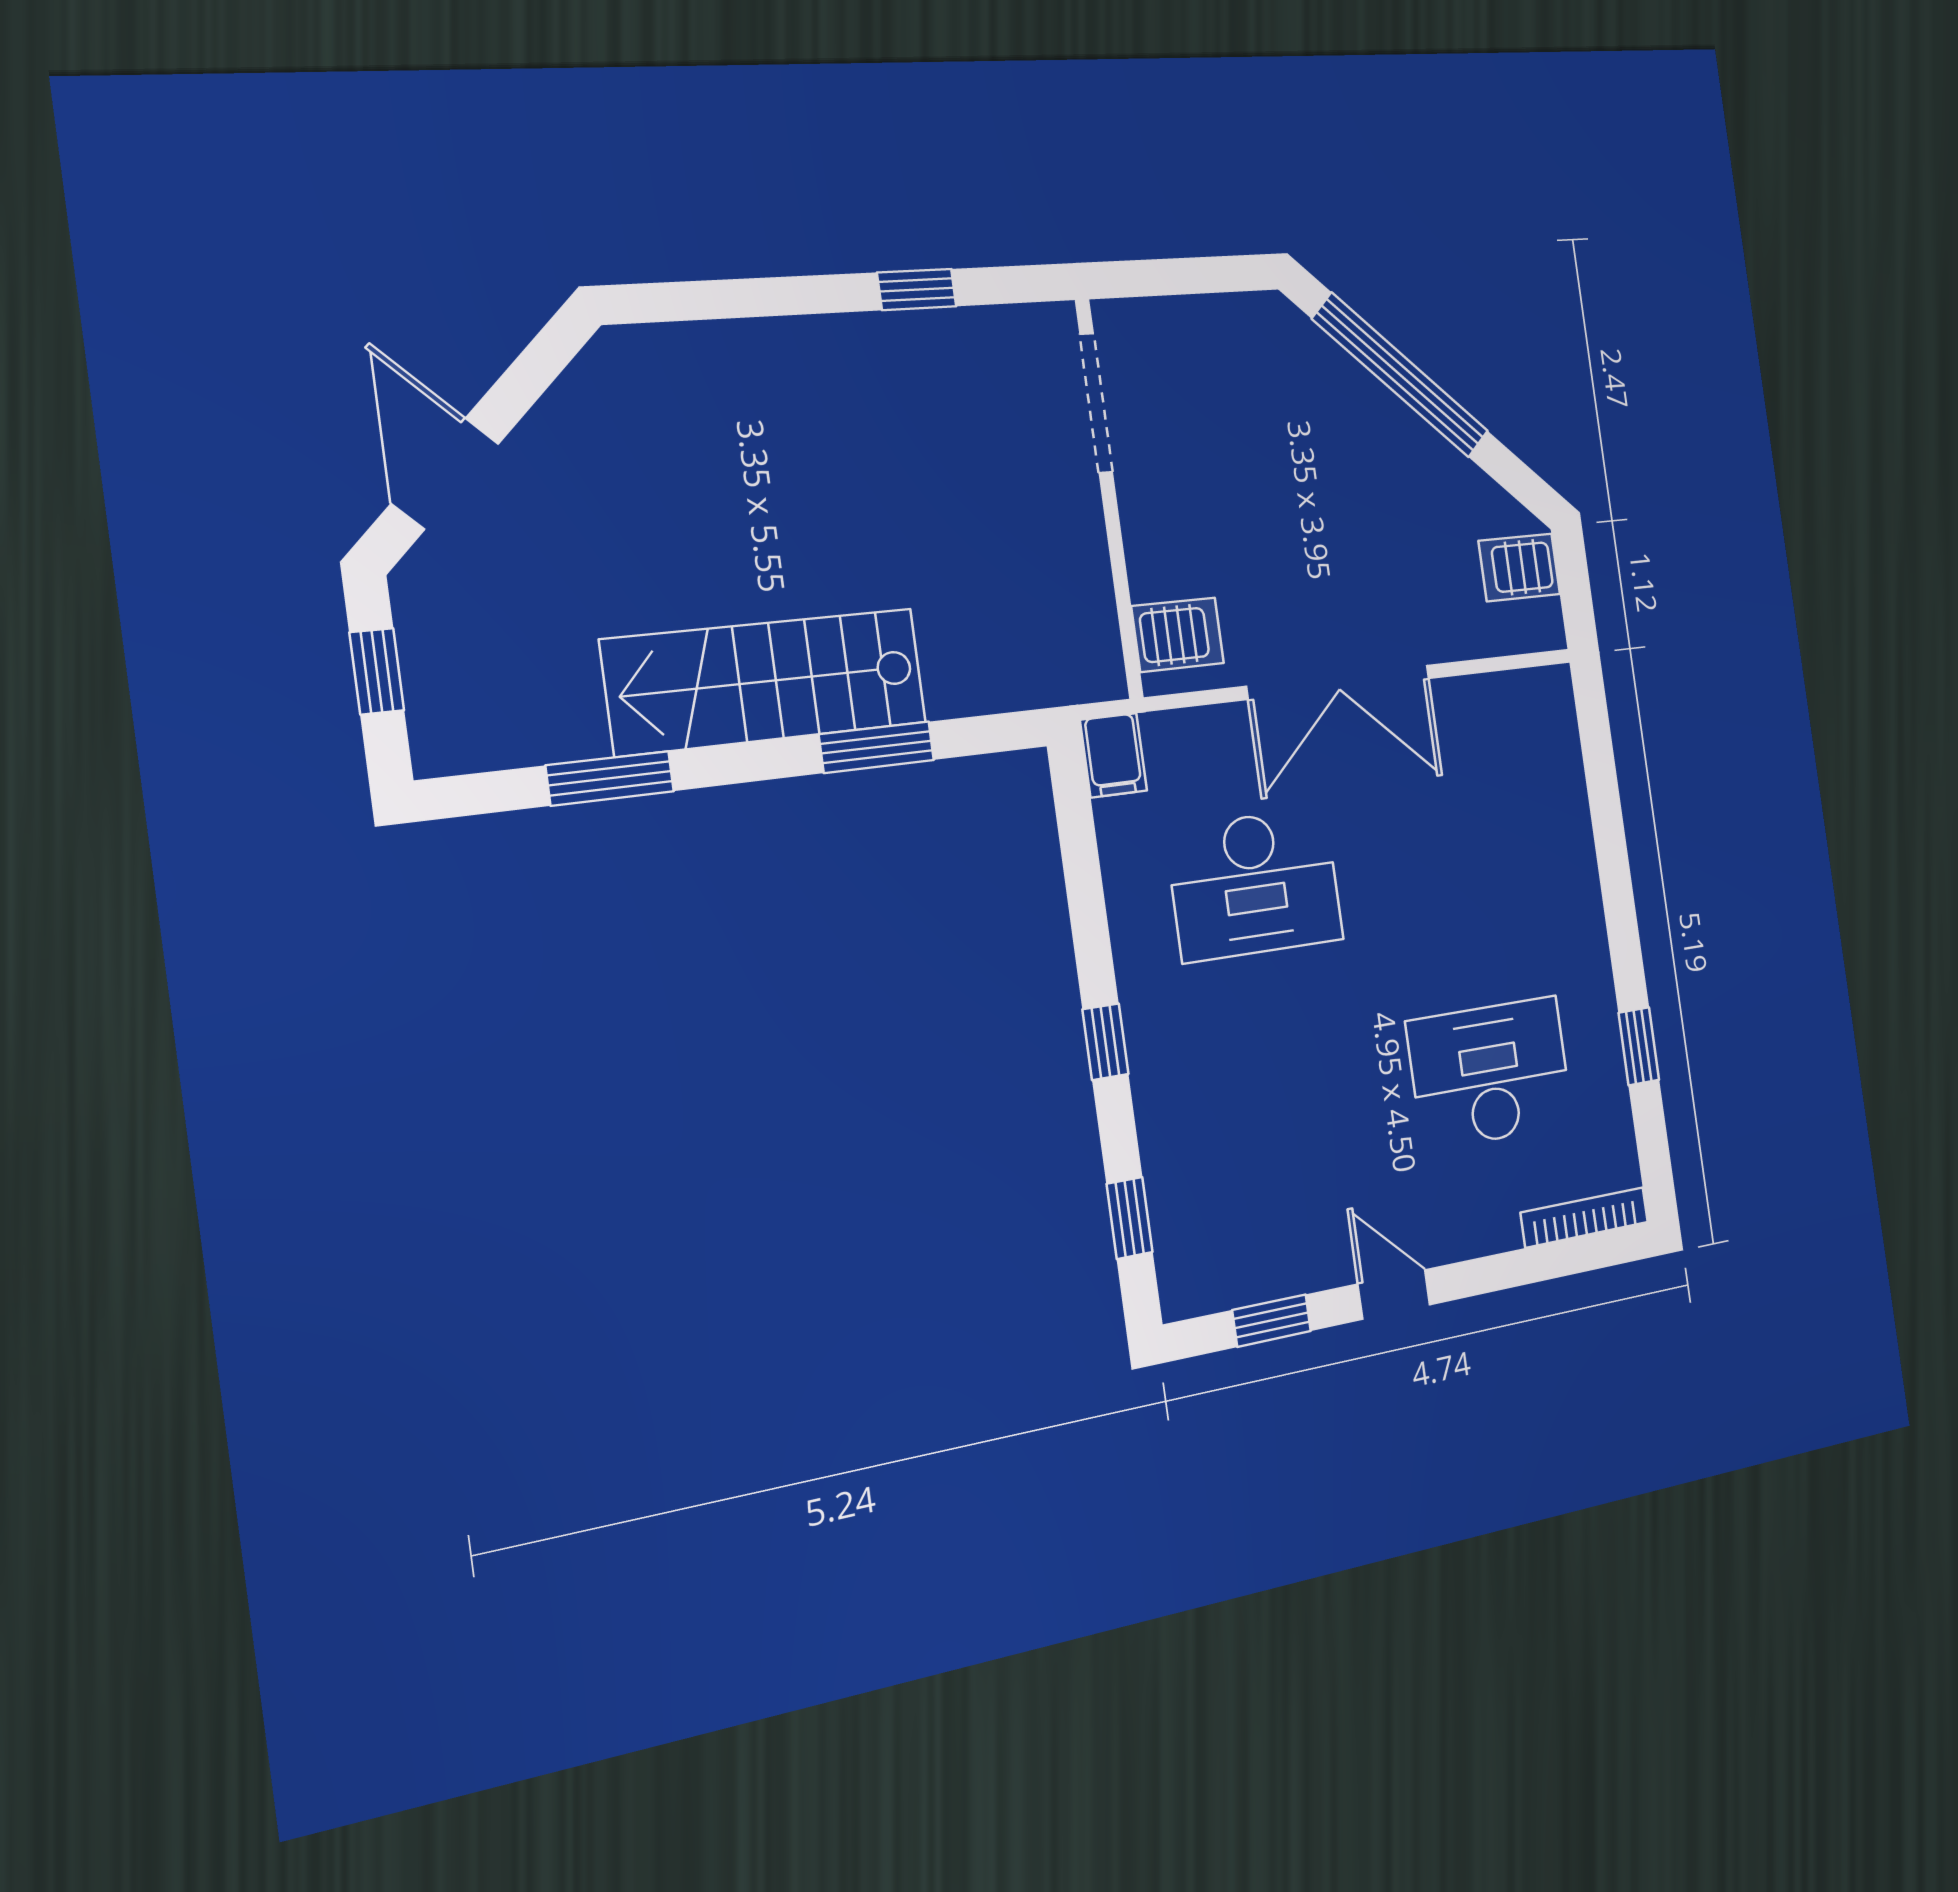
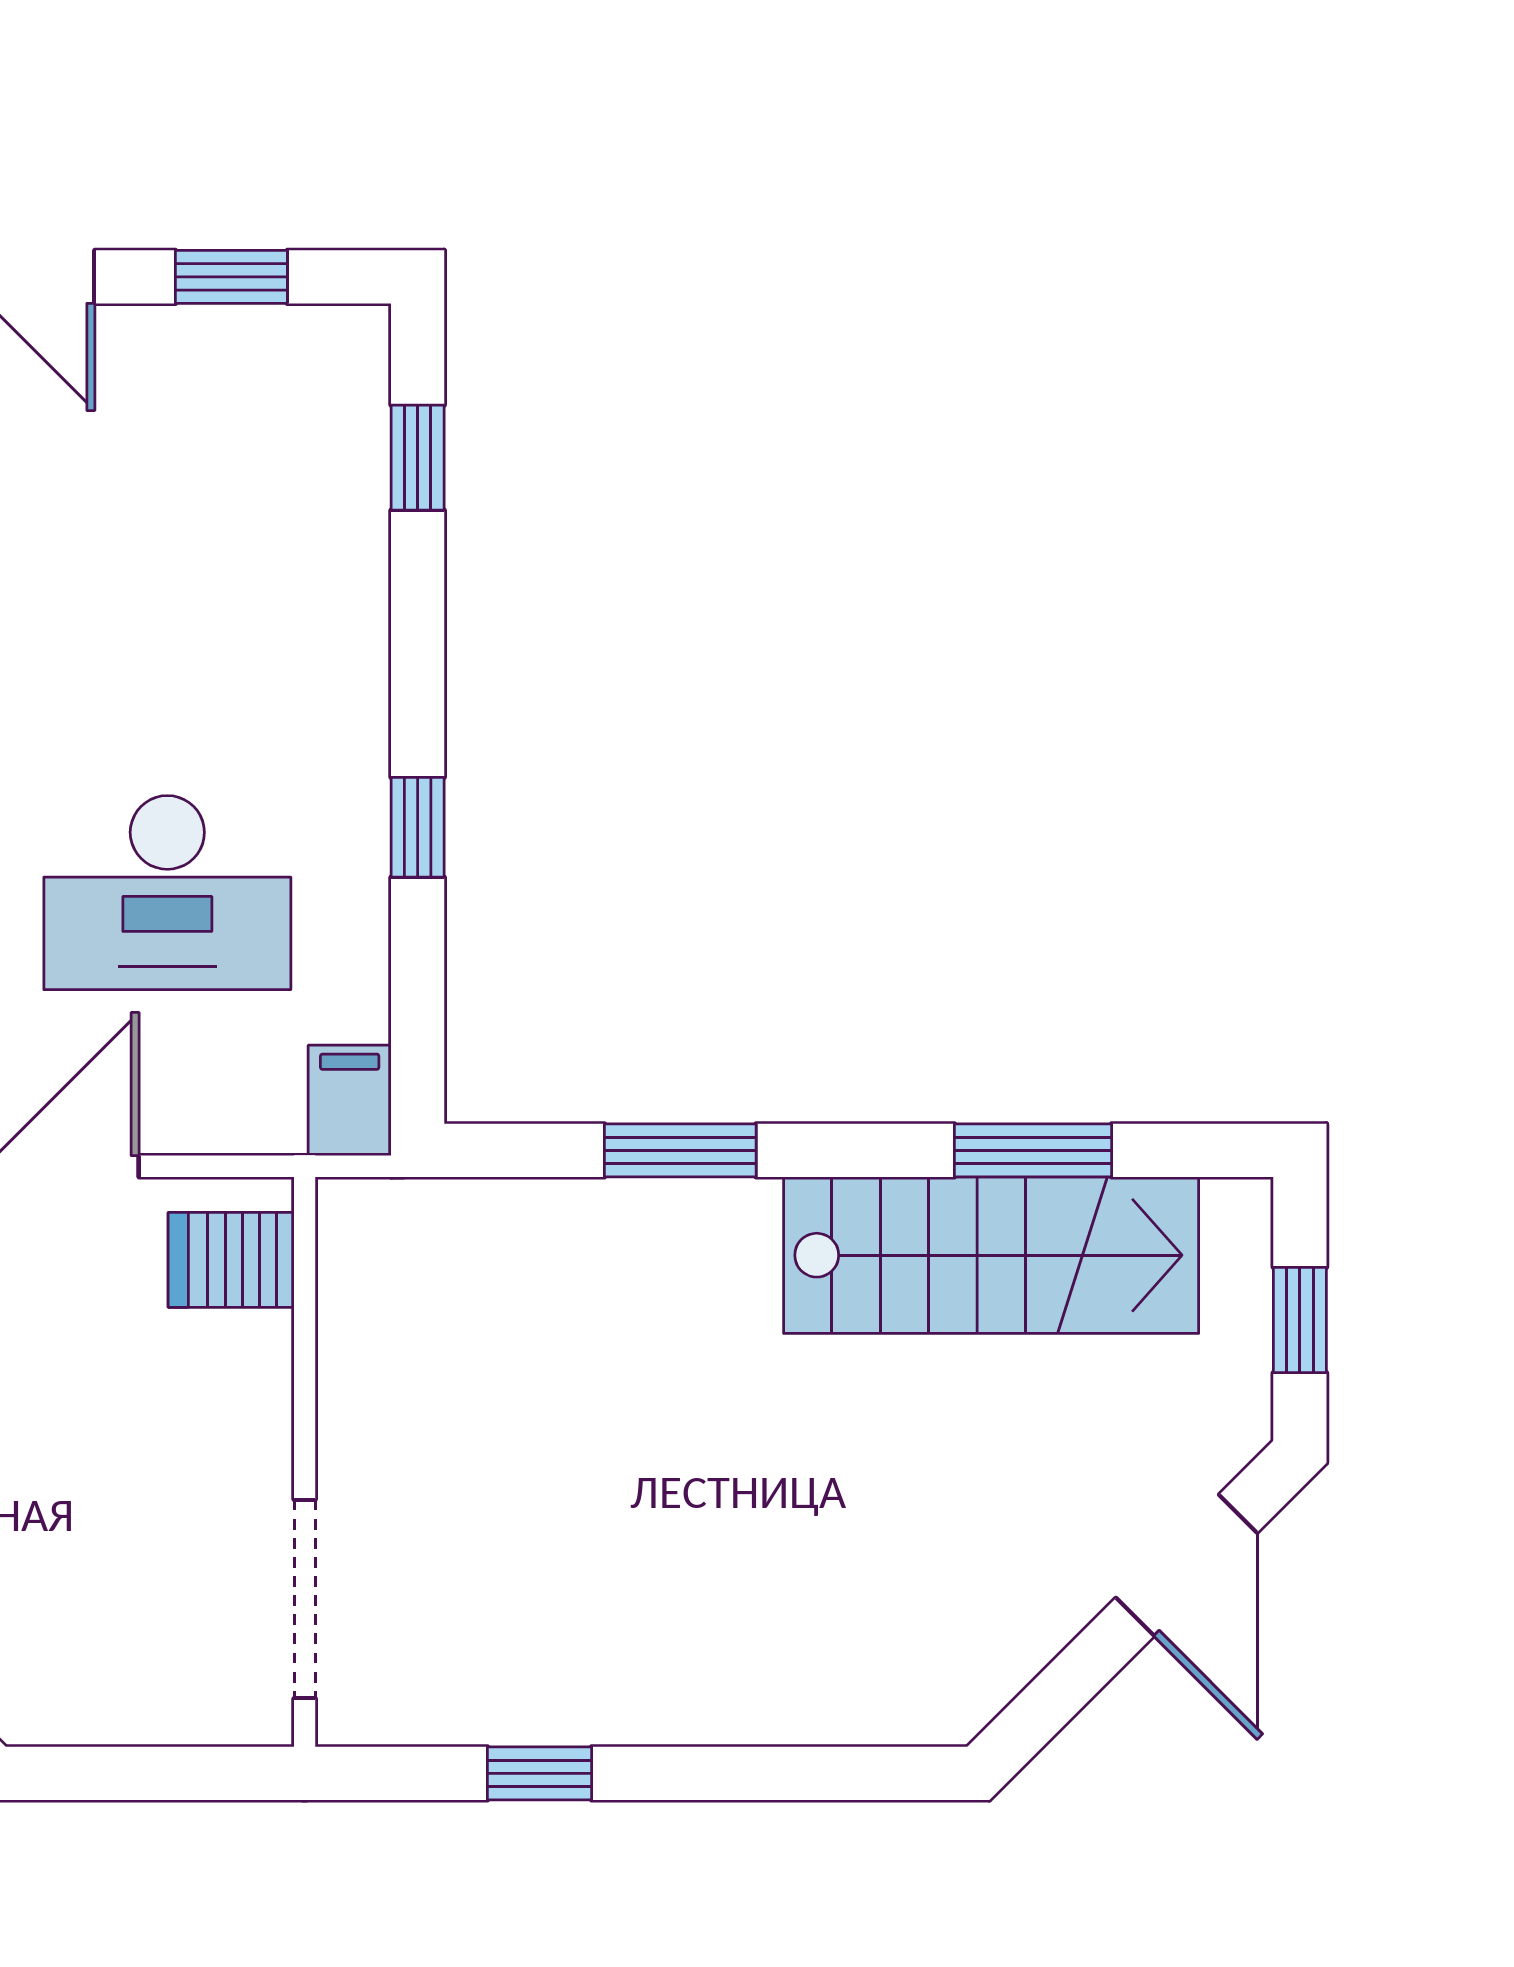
stairs: (766, 682) -> (991, 1255), moved
desk: (1255, 884) -> (167, 893), turned 180
window: (1105, 1042) -> (418, 827), moved

